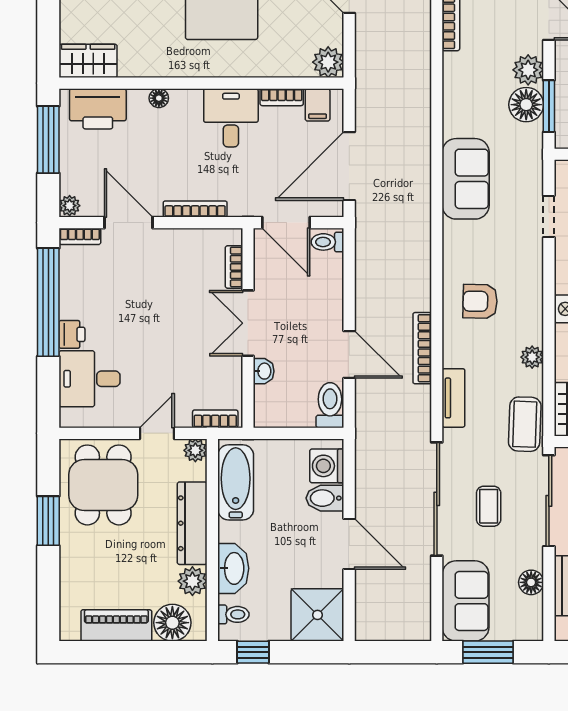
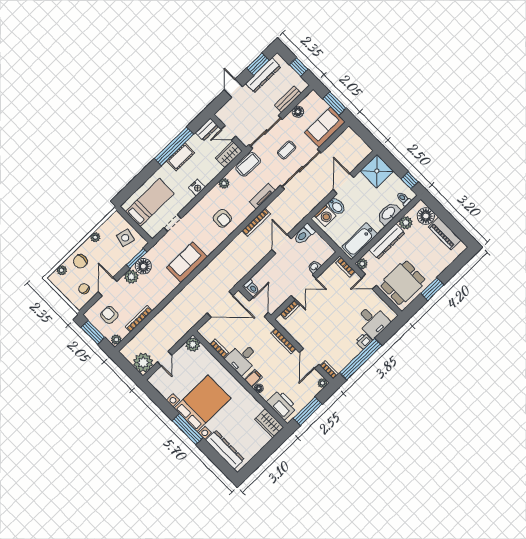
filing cabinet: (318, 105) -> (253, 378), moved

